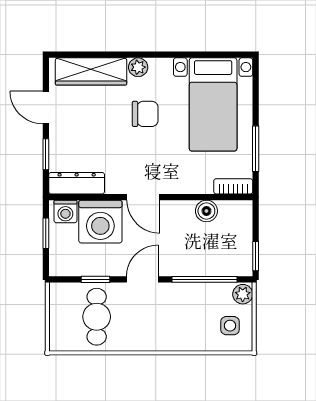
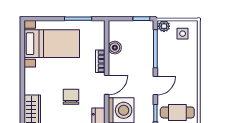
plant: (138, 67) -> (30, 88), removed
chair: (145, 114) -> (71, 97), moved
bookcase: (233, 186) -> (100, 61), moved
door: (142, 279) -> (155, 85), swing flipped

